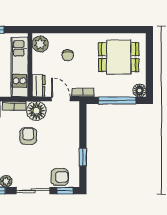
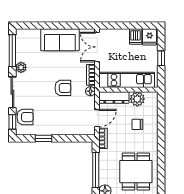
plant: (40, 44) -> (137, 99), moved
dresser: (38, 86) -> (114, 97), width x1.44
floor lamp: (36, 111) -> (90, 91), width x0.53, depth x0.53
armchair: (60, 177) -> (25, 117), turned -90

